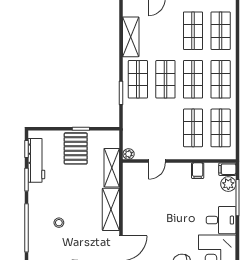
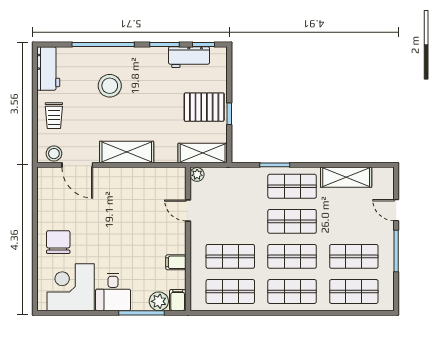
workbench: (36, 160) -> (189, 57), width x0.73
shelving: (112, 168) -> (203, 153), moved
stool: (59, 223) -> (110, 86), width x1.89, depth x1.89

